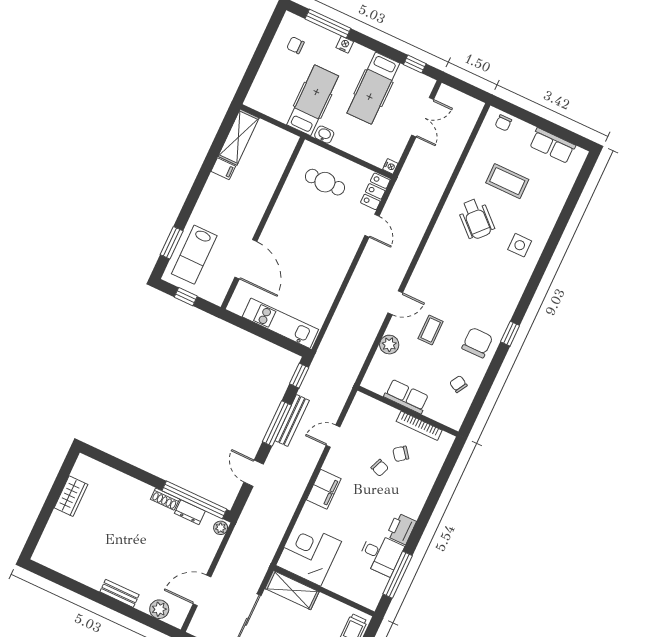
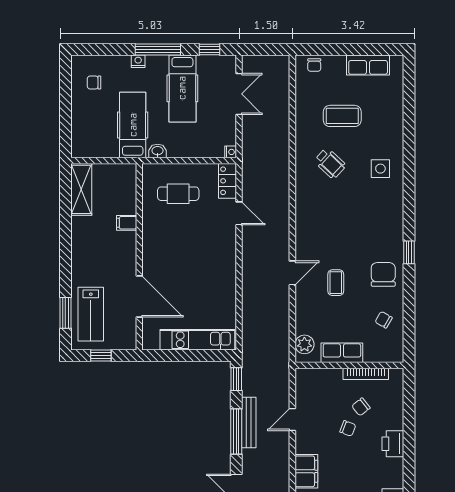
window: (328, 24) -> (158, 49), moved
filing cabinet: (223, 169) -> (127, 223), moved, turned 180
wheelchair: (476, 219) -> (330, 163), width x0.73, depth x0.73
plant: (389, 345) -> (304, 344), moved
printer: (401, 529) -> (393, 444), moved

